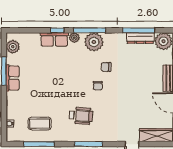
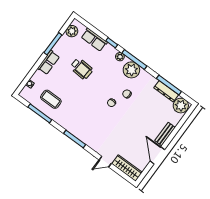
row of seats: (54, 39) -> (94, 40), moved
row of seats: (13, 78) -> (48, 62), moved
wheelchair: (81, 116) -> (81, 69), moved

